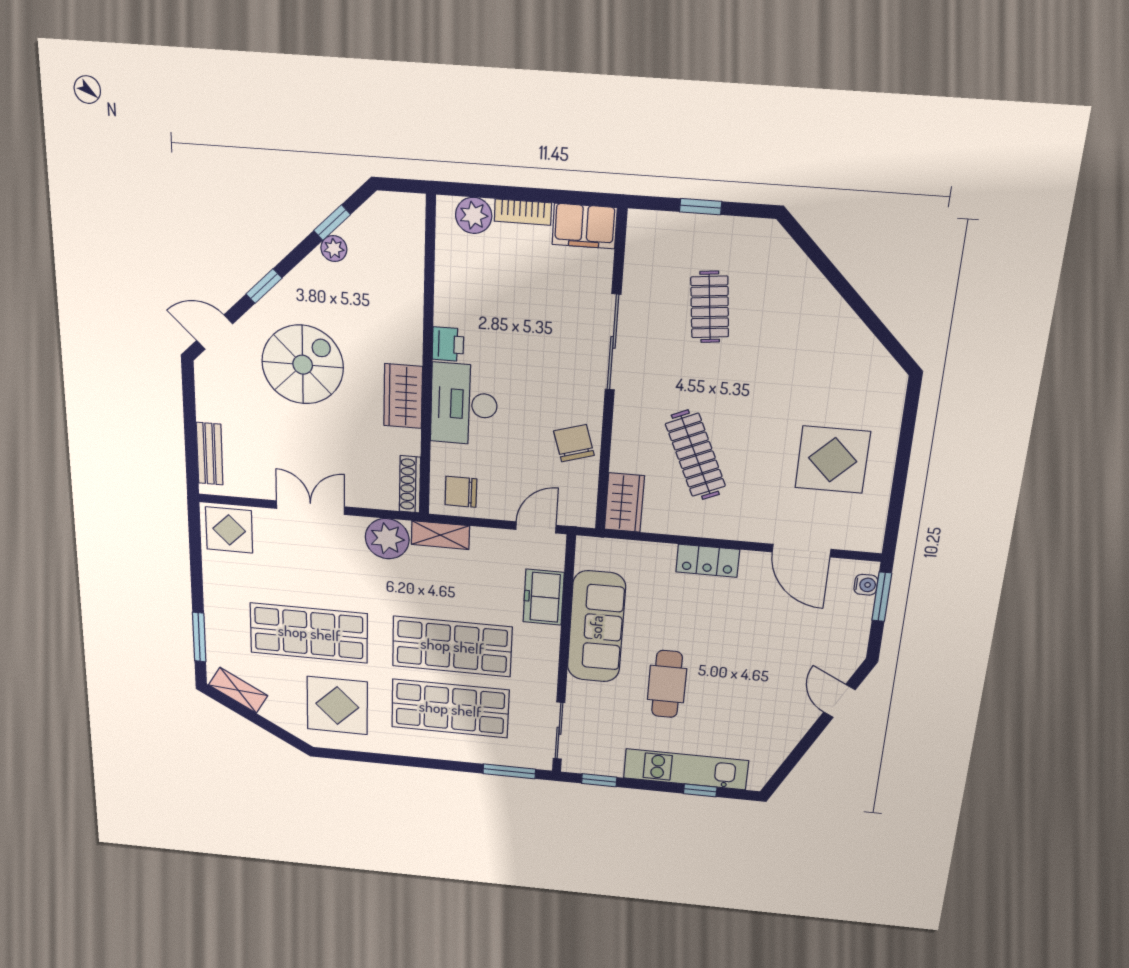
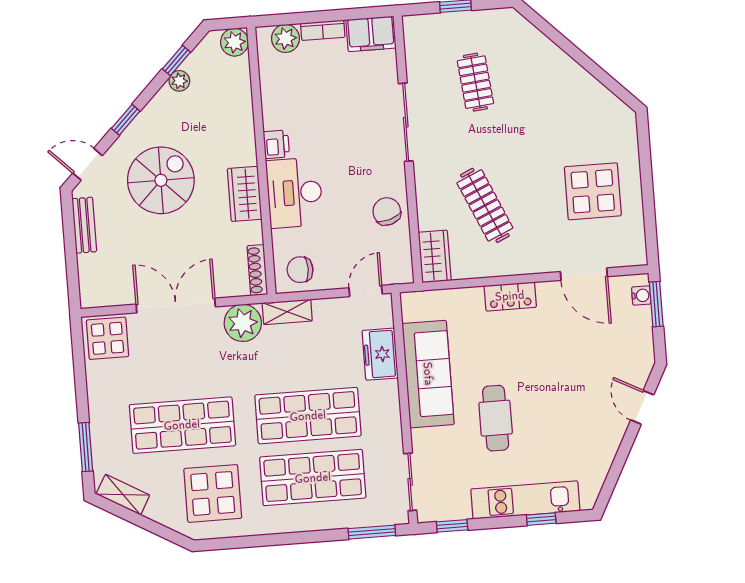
plant: (408, 210) -> (234, 42), added
bench: (210, 454) -> (84, 225), moved
double door: (310, 508) -> (176, 306), width x1.37

